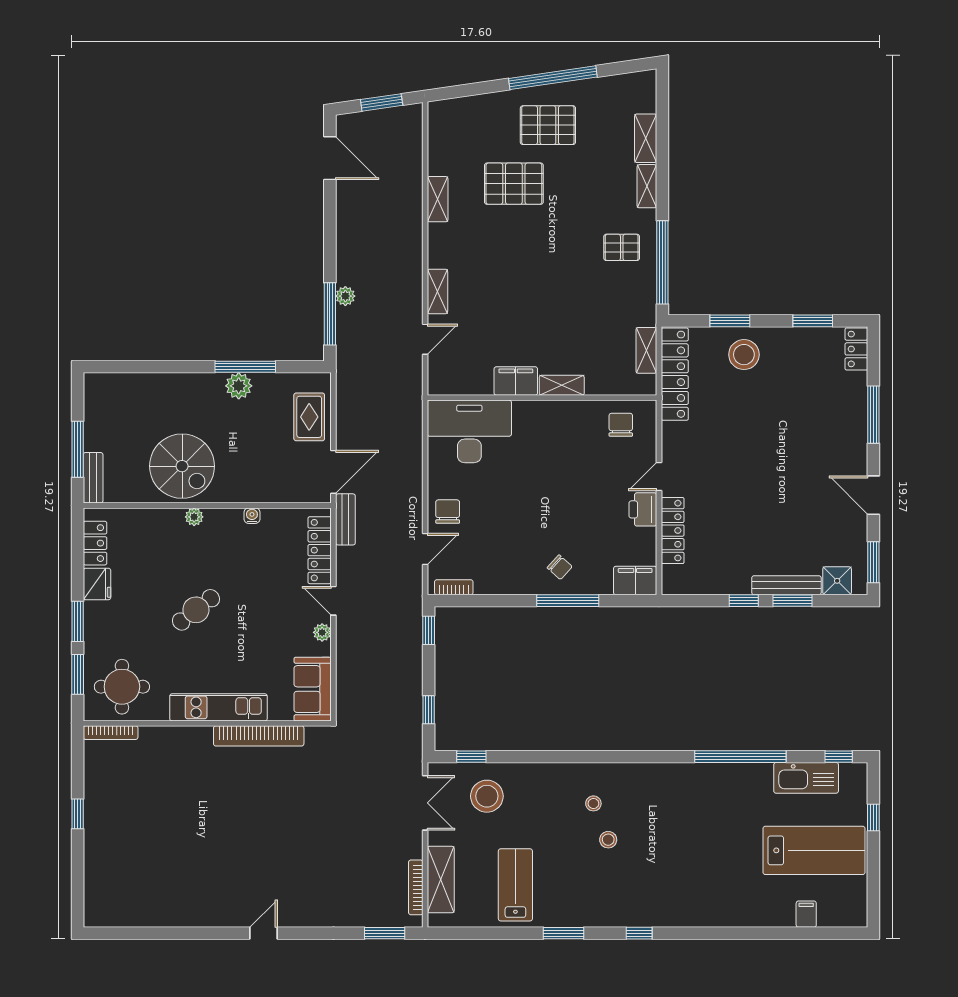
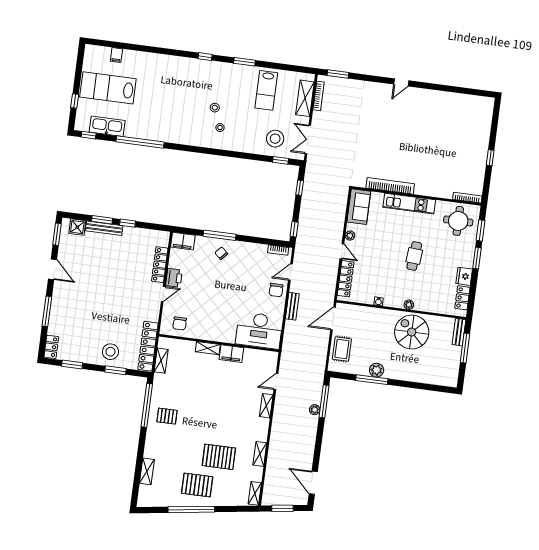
shelving: (647, 186) -> (255, 493), moved
bench: (345, 519) -> (292, 306), moved
cafe table: (196, 610) -> (414, 256), turned -47

